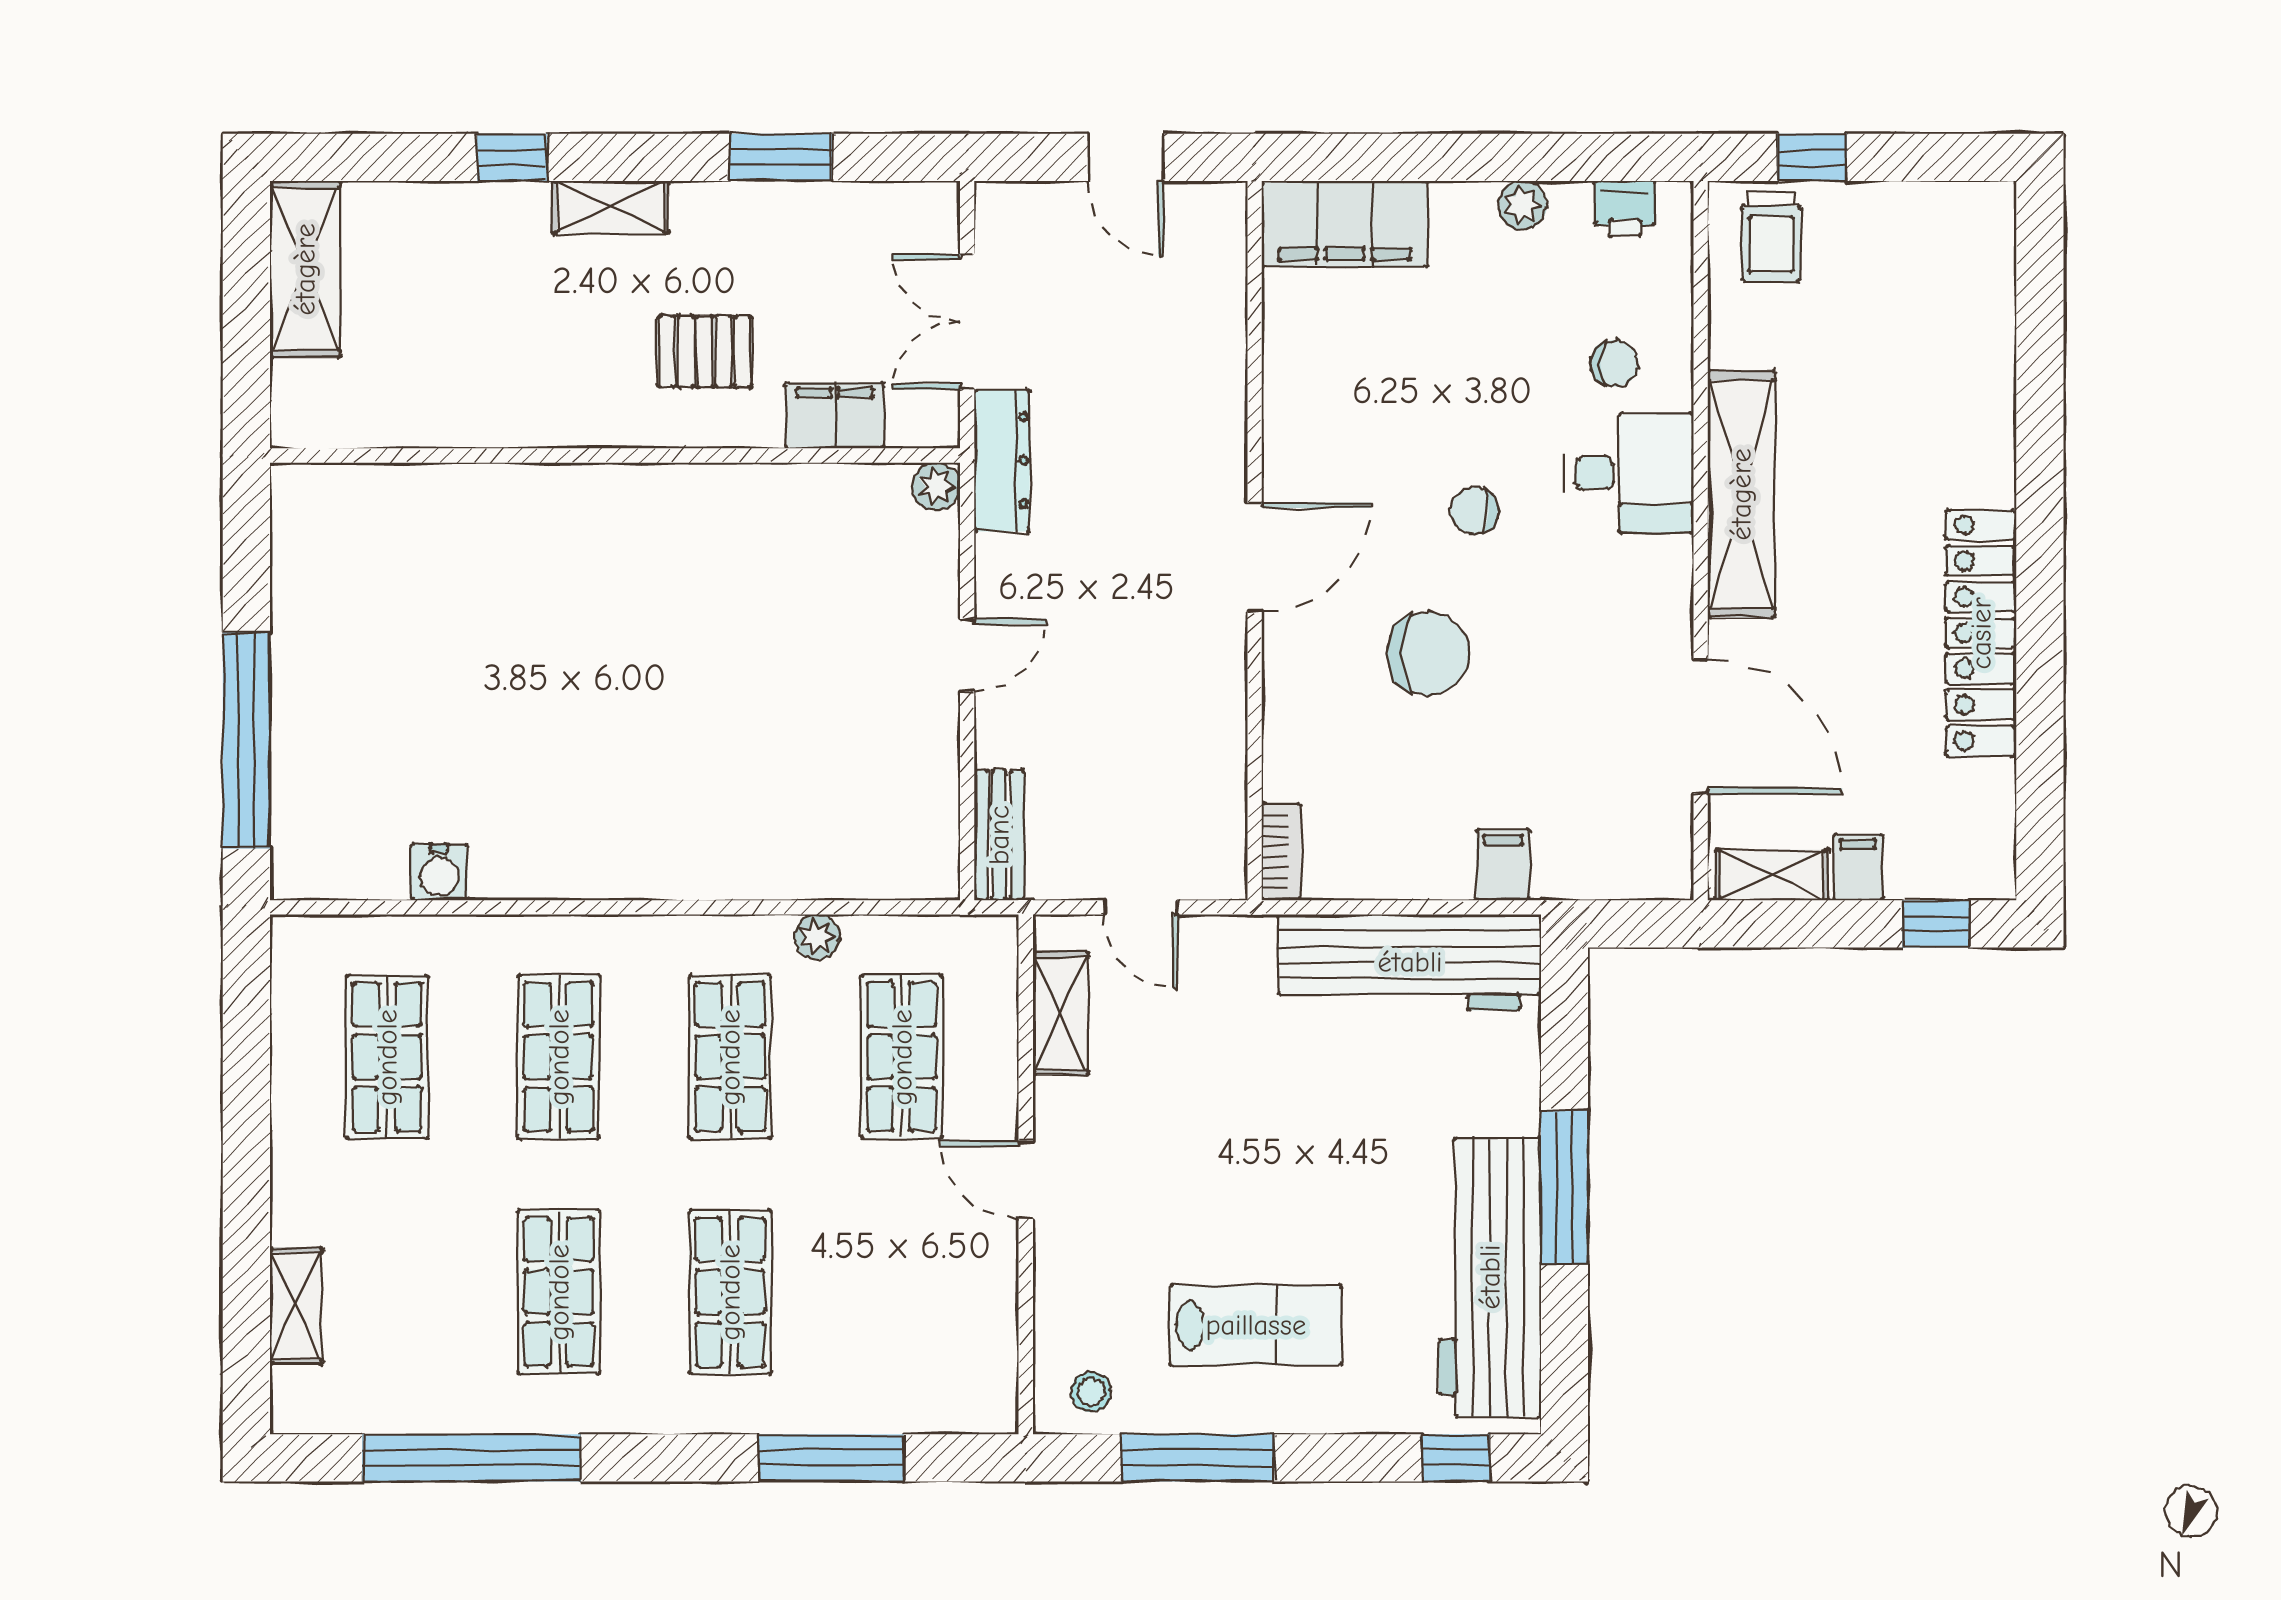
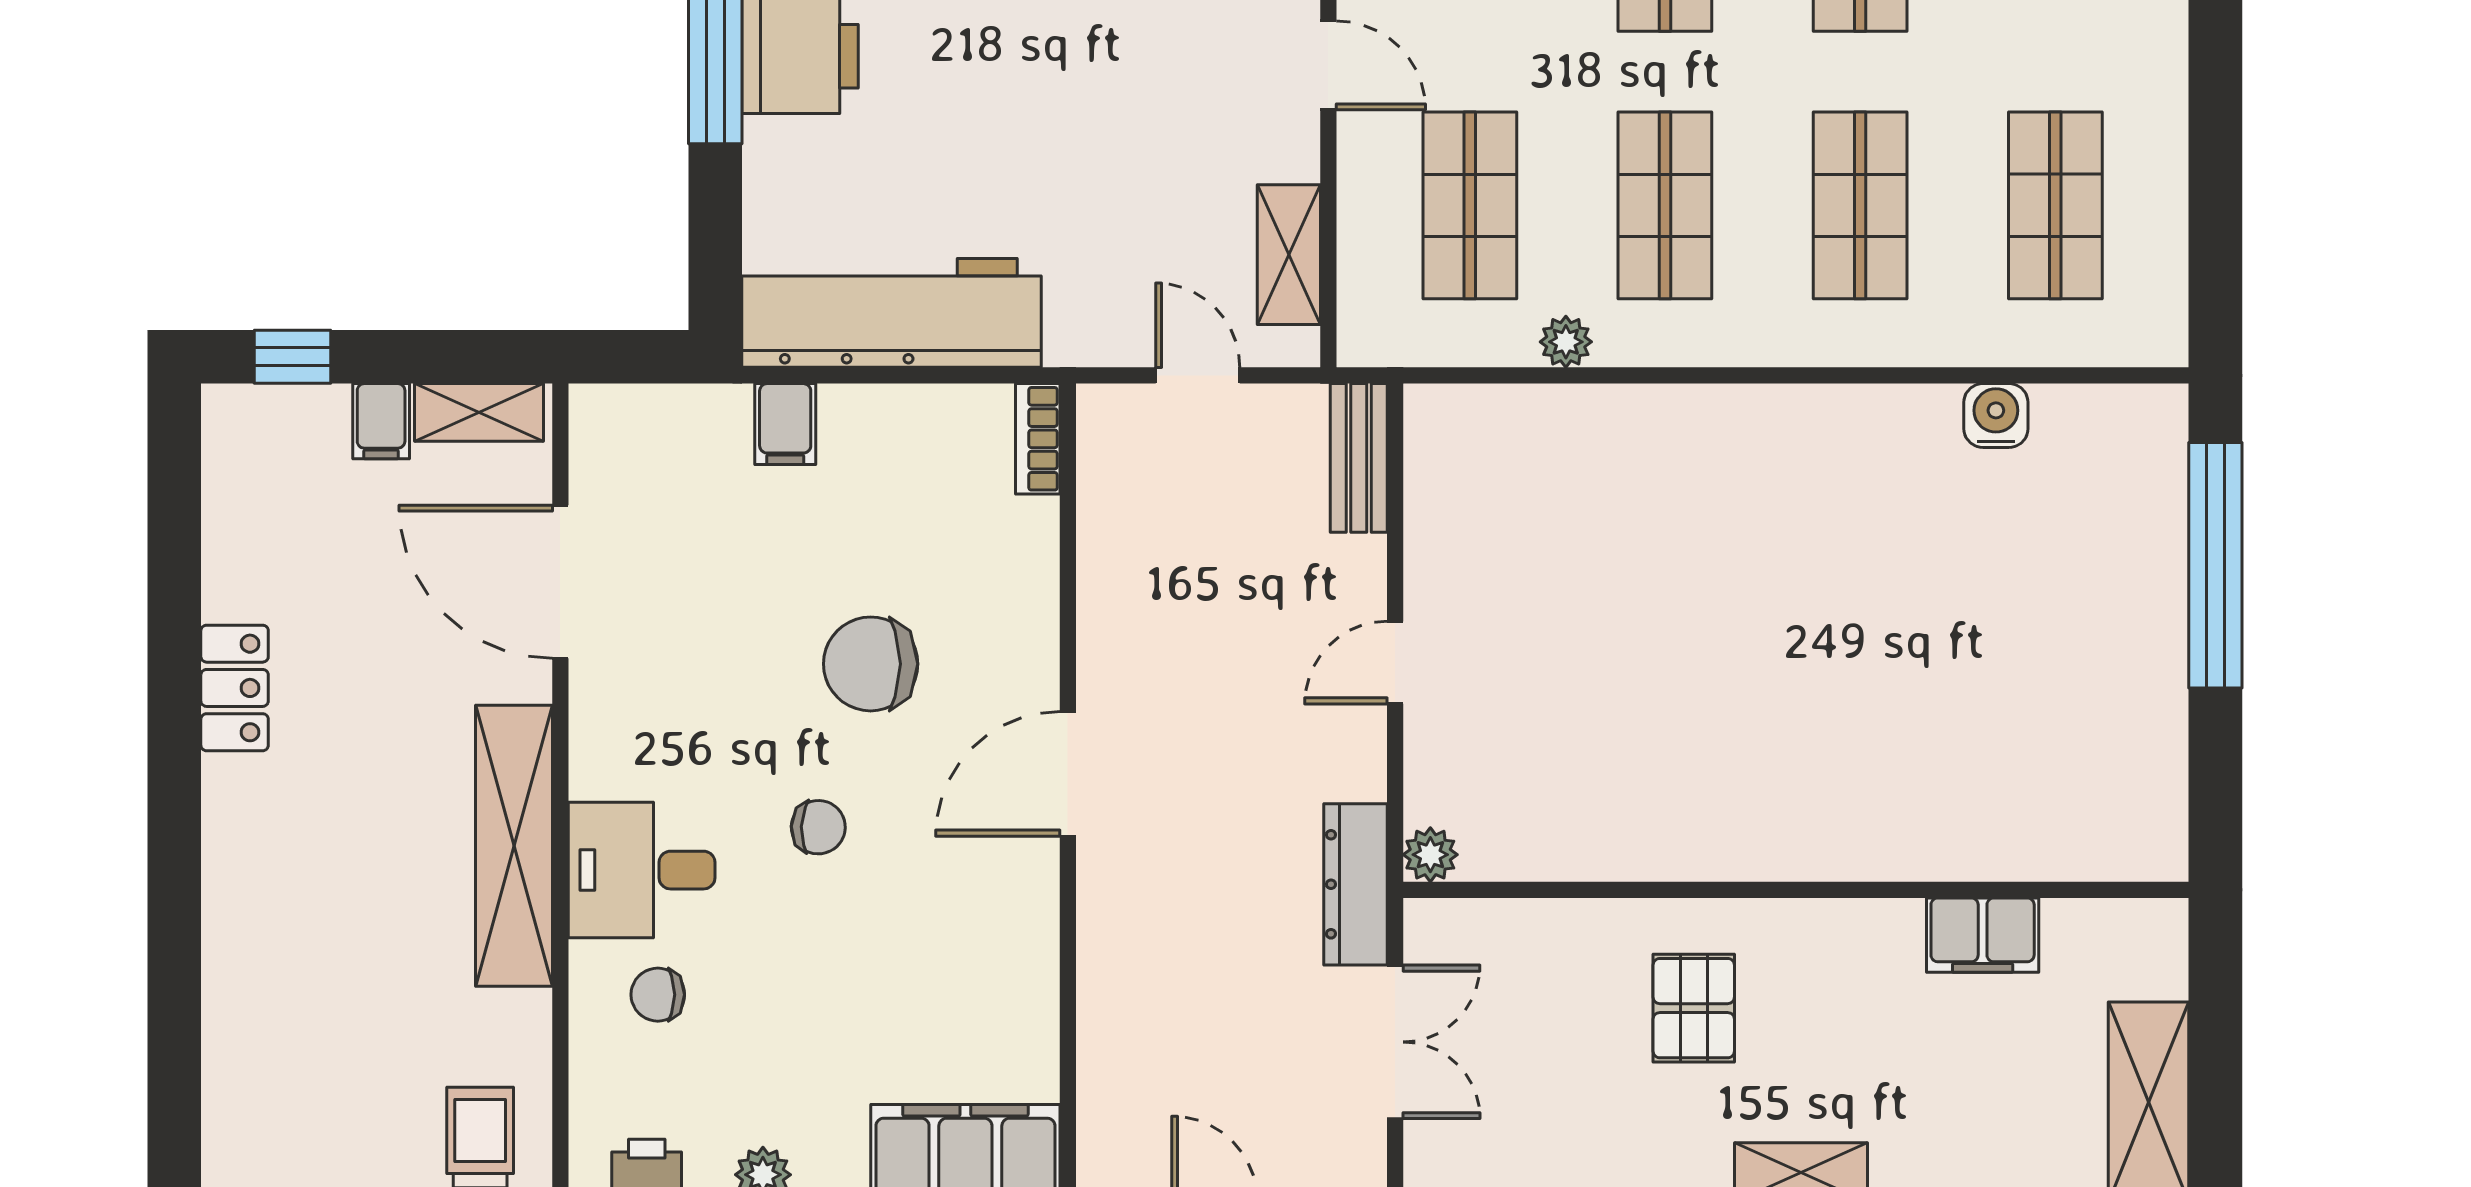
pallet: (705, 352) -> (1694, 1008), turned 90
filing cabinet: (835, 416) -> (1983, 935), moved
locker: (1981, 633) -> (235, 688), width x0.46, depth x0.83

